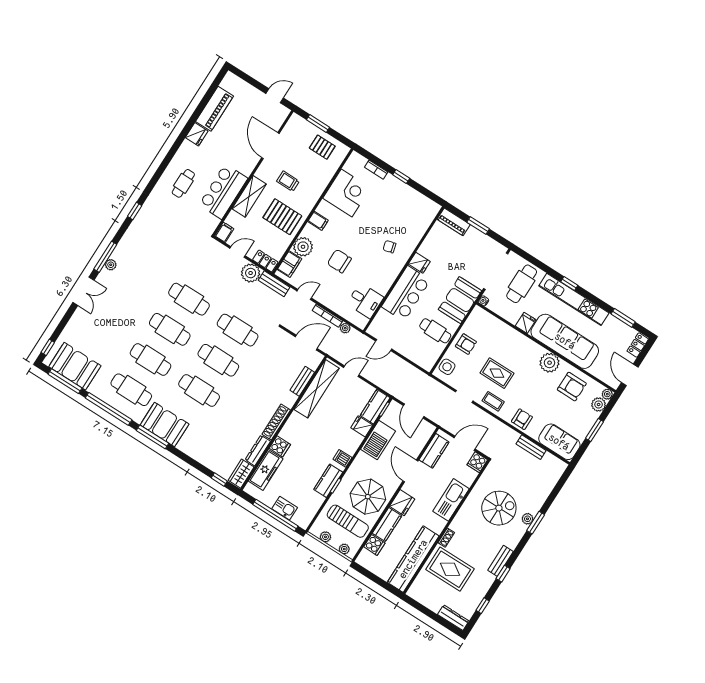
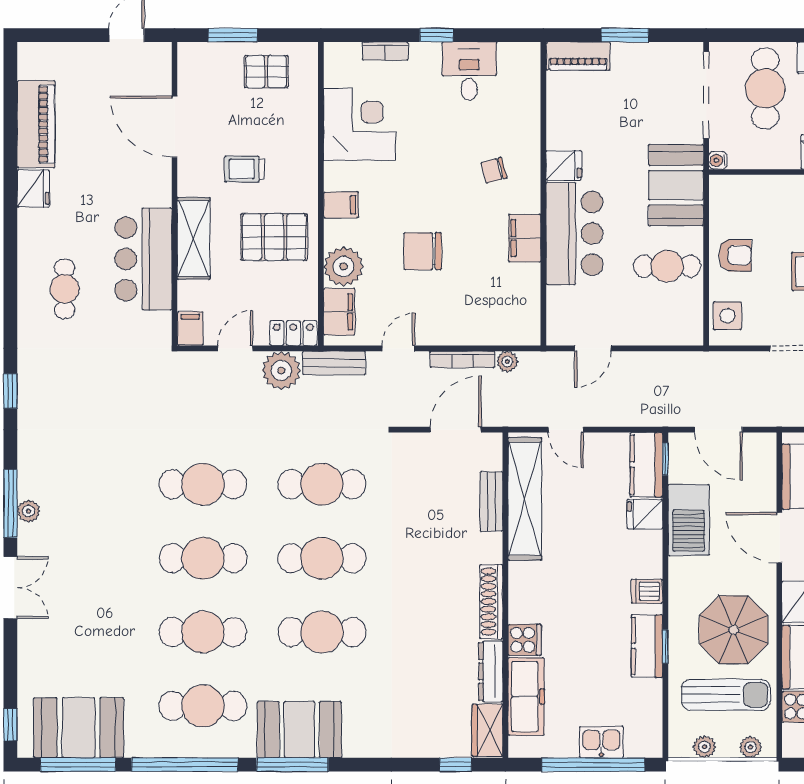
filing cabinet: (384, 282) -> (525, 238), added
desk: (365, 301) -> (469, 71), moved, turned -90
door: (351, 371) -> (566, 430), swing flipped

